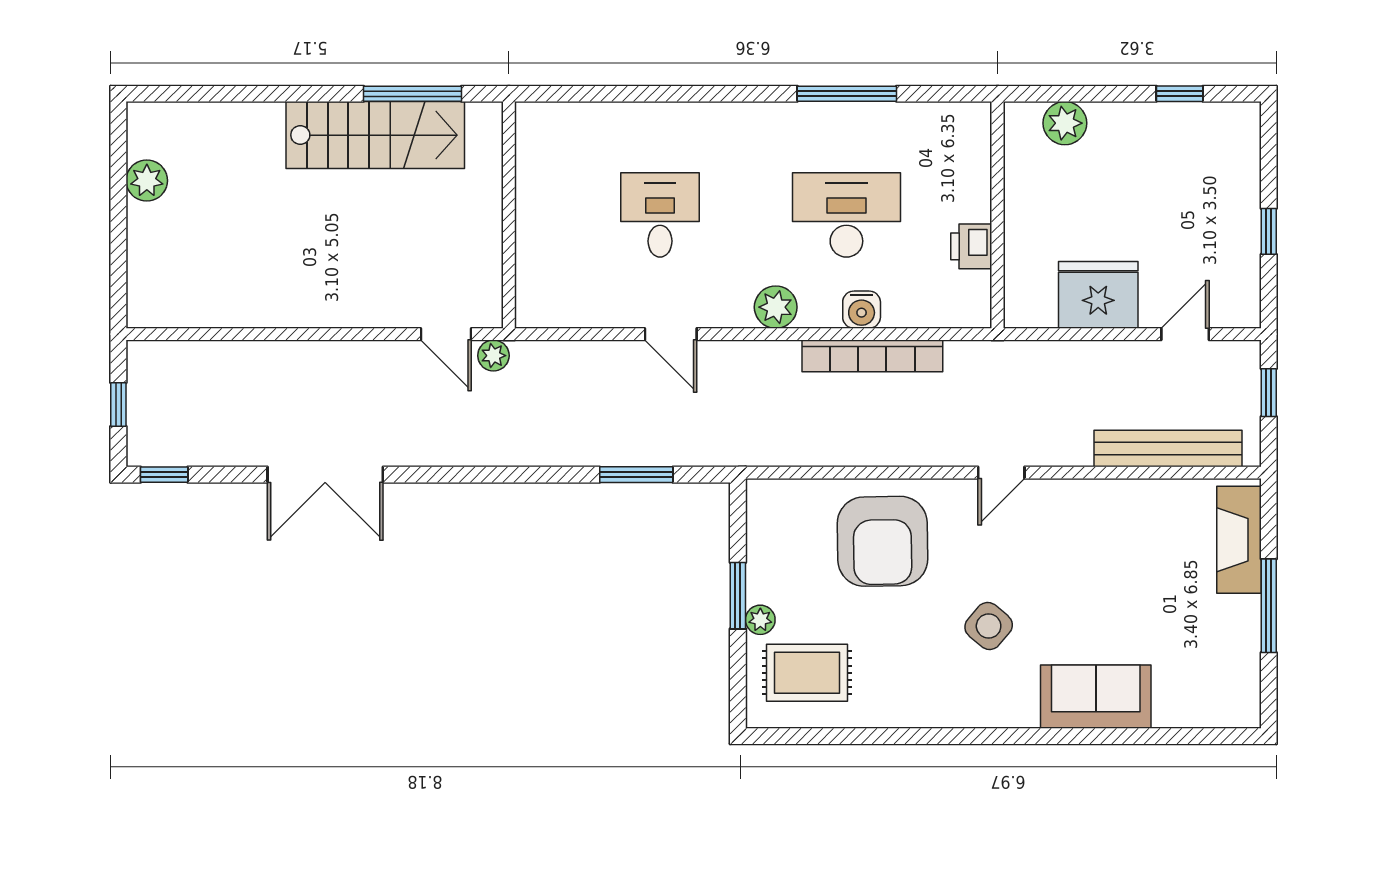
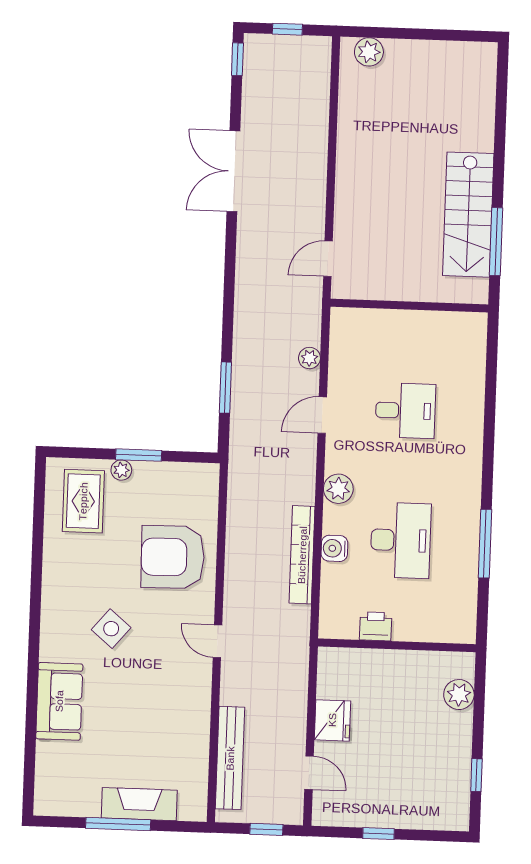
plant: (147, 181) -> (369, 52), moved
fridge: (1098, 295) -> (332, 720), width x0.73, depth x0.75
plant: (493, 356) -> (309, 358), moved
fireplace: (1239, 540) -> (139, 804), moved

